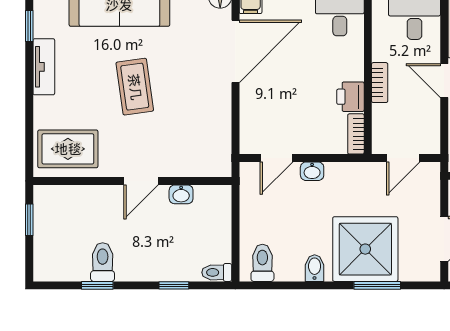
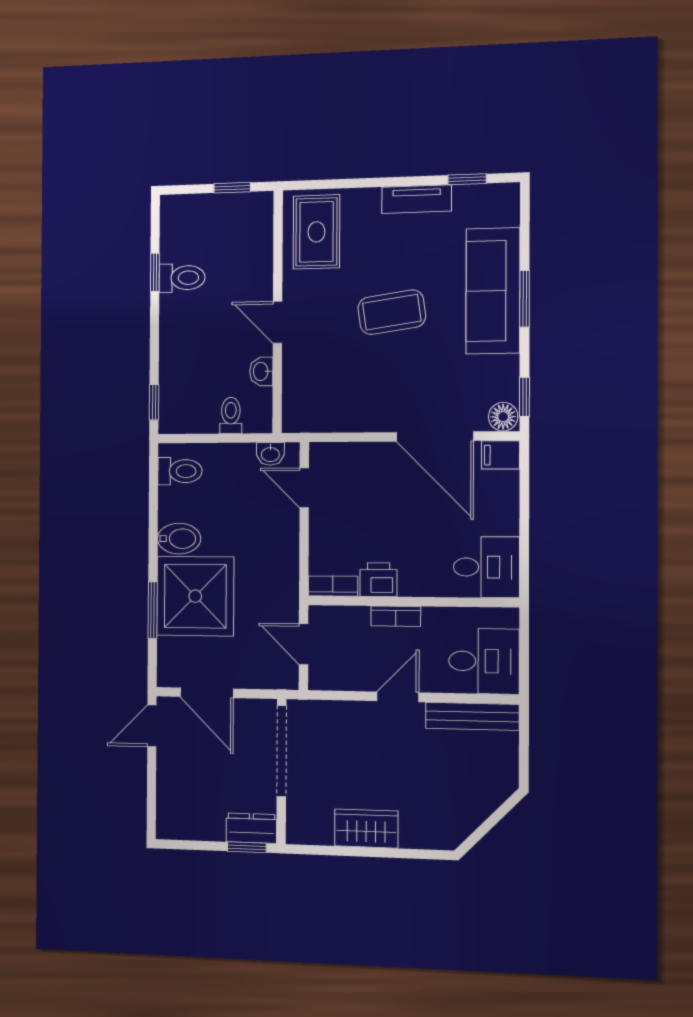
washbasin: (312, 171) -> (270, 454), moved, turned -90
bidet: (315, 268) -> (179, 539), width x1.38, depth x1.36
toilet: (217, 272) -> (231, 415), moved
window: (174, 285) -> (154, 402), moved

